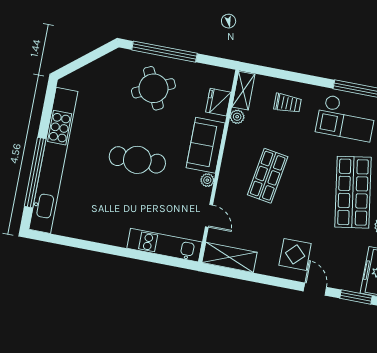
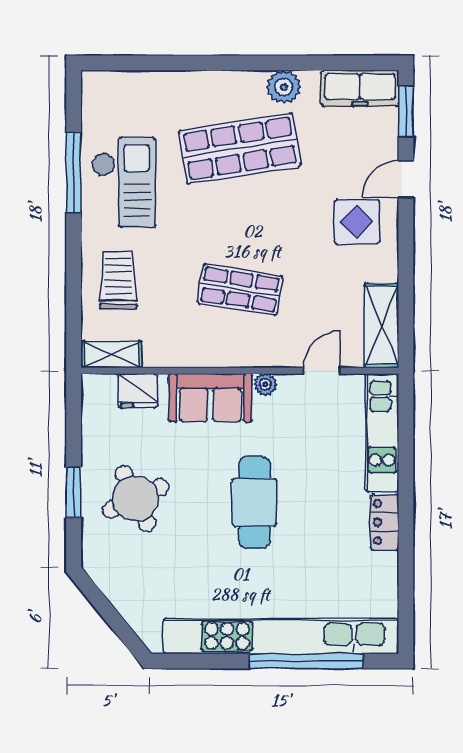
window: (164, 52) -> (74, 492), width x0.47
trolley: (288, 103) -> (118, 280), width x1.36, depth x1.39
plant: (237, 117) -> (155, 356), removed
locker: (110, 236) -> (385, 522), added

